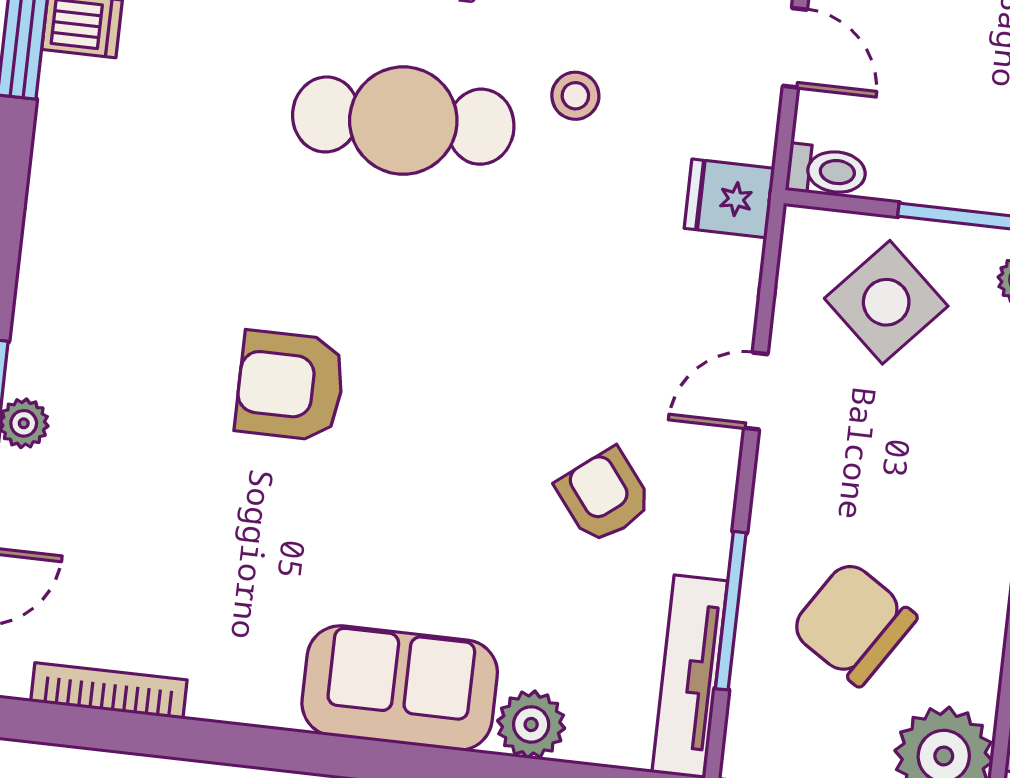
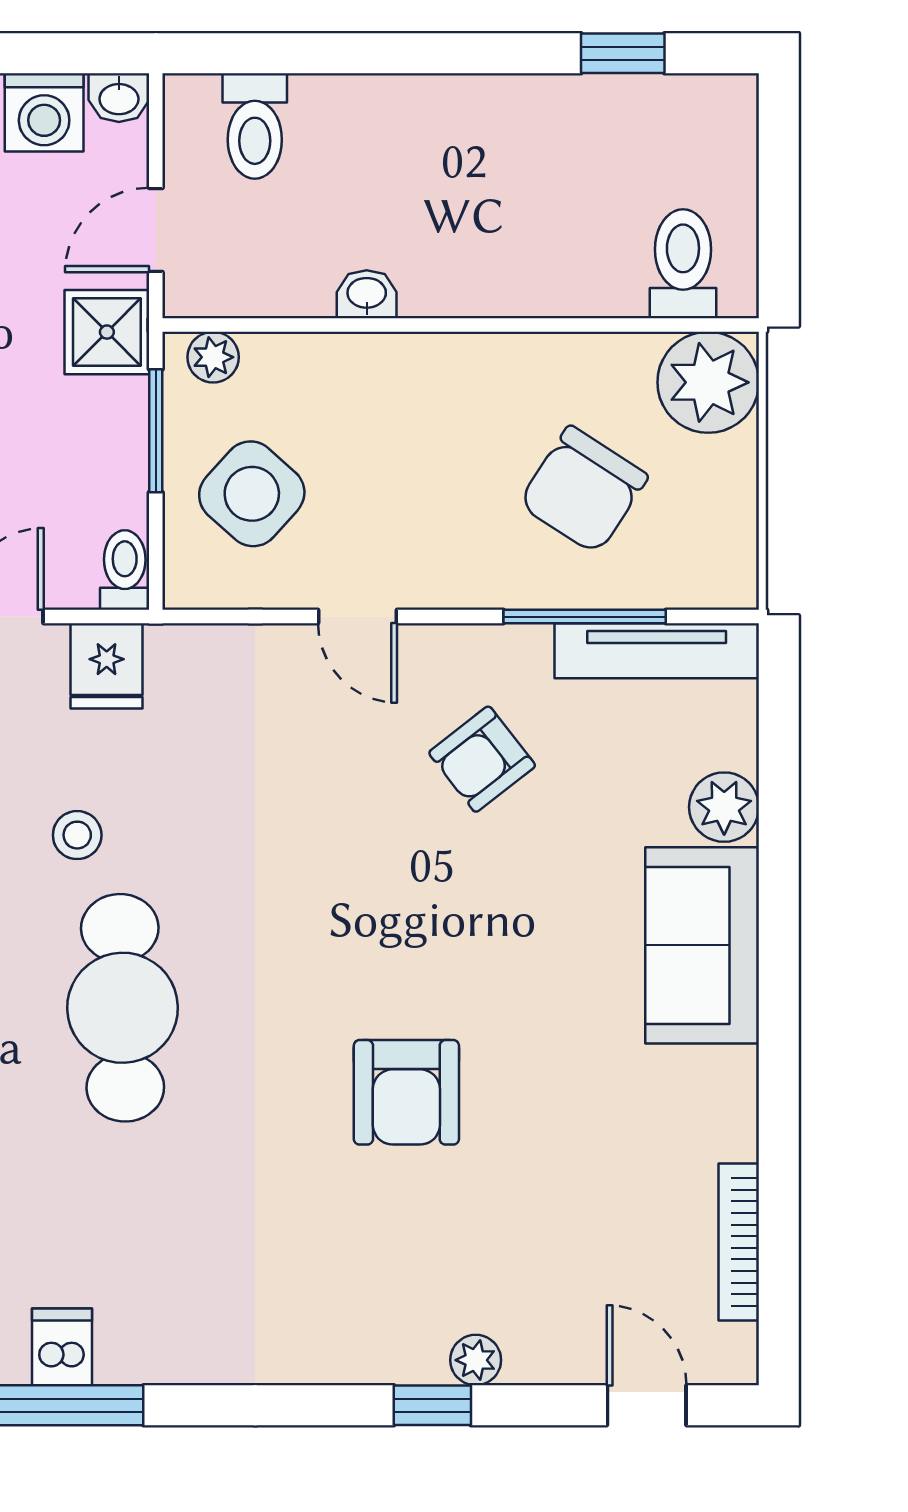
fridge: (729, 198) -> (107, 666), moved

